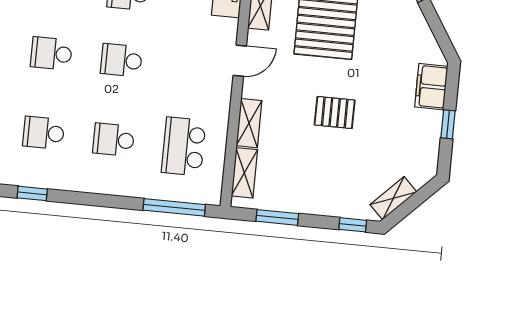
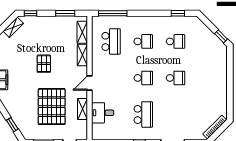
pallet: (335, 112) -> (44, 64), turned 90

